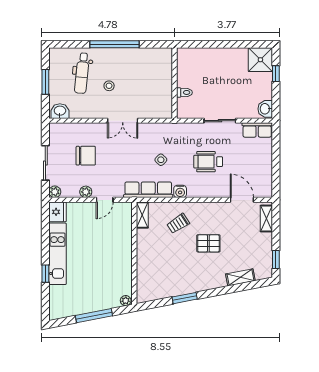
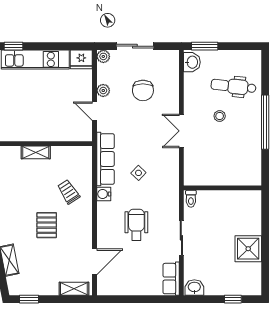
shower: (260, 60) -> (248, 249), moved
window: (45, 82) -> (205, 46), moved
toilet: (184, 92) -> (191, 199), moved
shelving: (142, 215) -> (36, 152), moved

